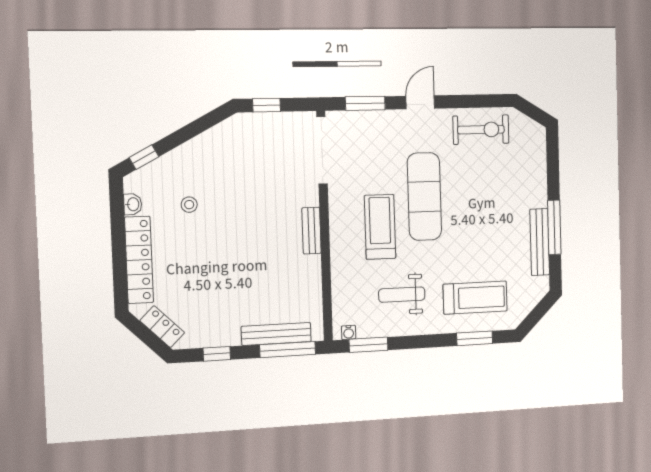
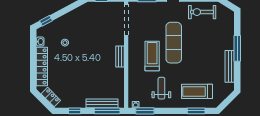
exercise bike: (481, 130) -> (202, 12), turned 180
window: (554, 227) -> (237, 48), moved
weight bench: (402, 295) -> (161, 88), turned 90
treadmill: (475, 298) -> (197, 91), turned 180

